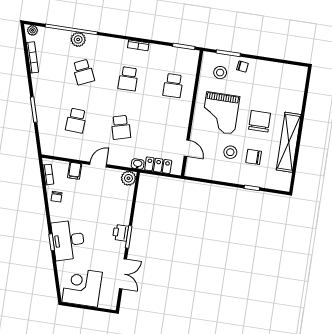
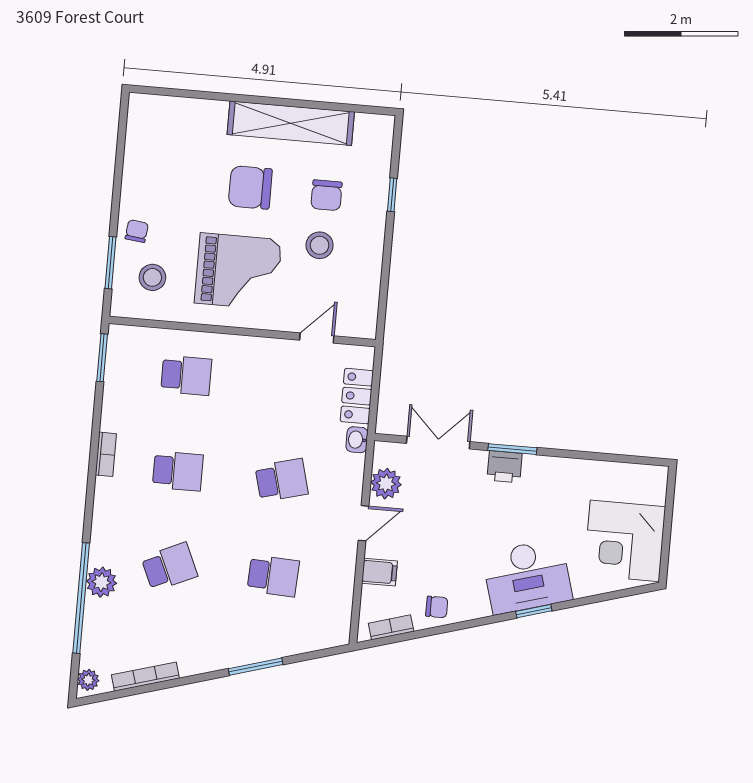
door: (98, 165) -> (363, 523), swing flipped
plant: (128, 178) -> (386, 484), moved
double door: (123, 274) -> (438, 443), moved

